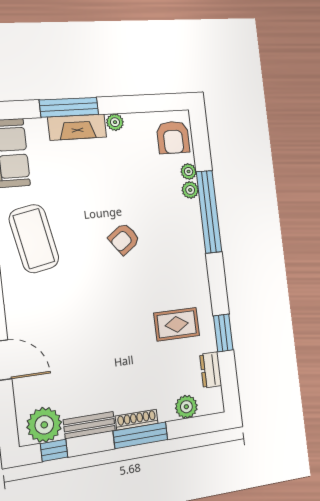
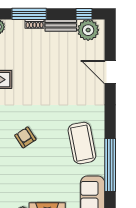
armchair: (124, 239) -> (25, 137), turned -87
shoe rack: (137, 420) -> (35, 24), width x0.70

